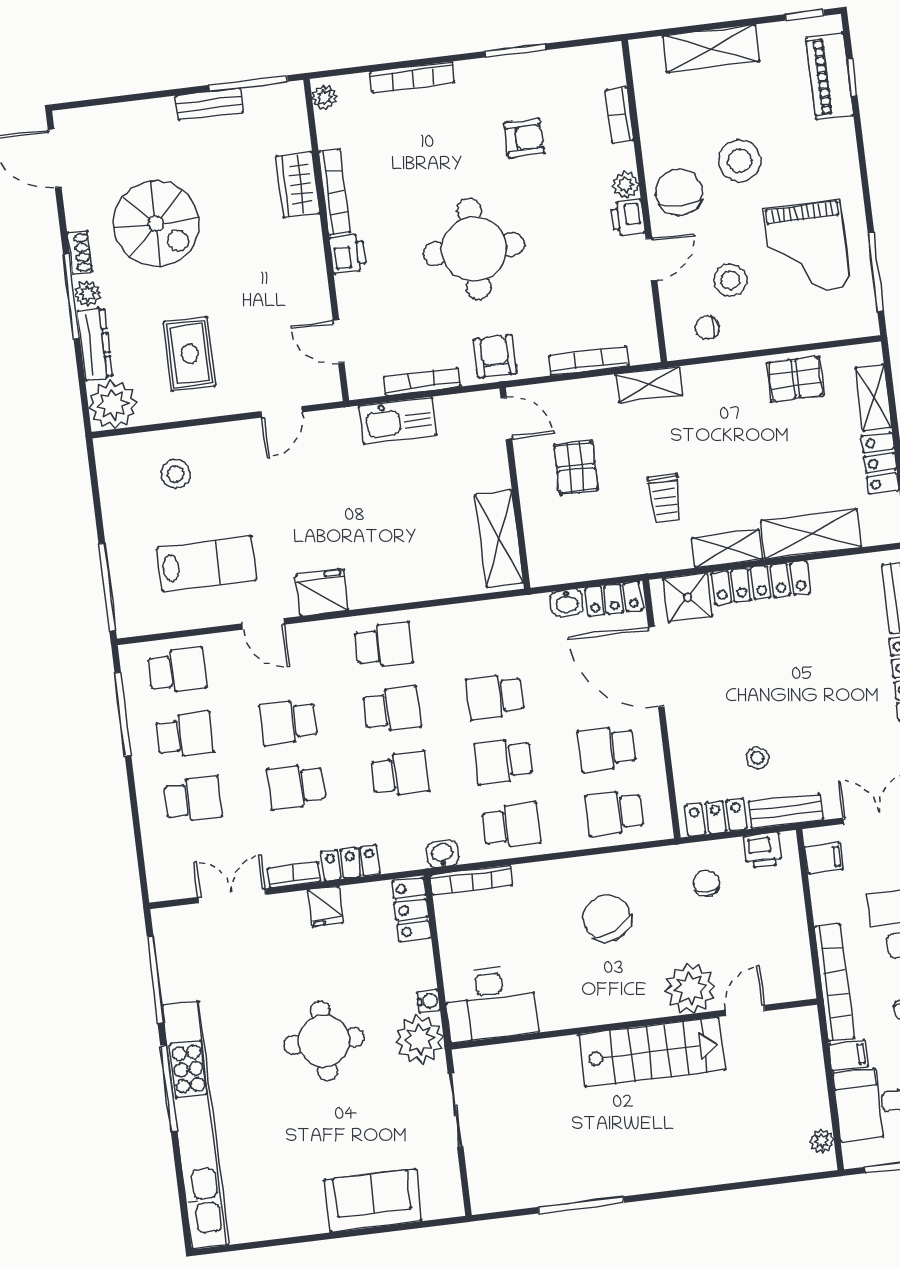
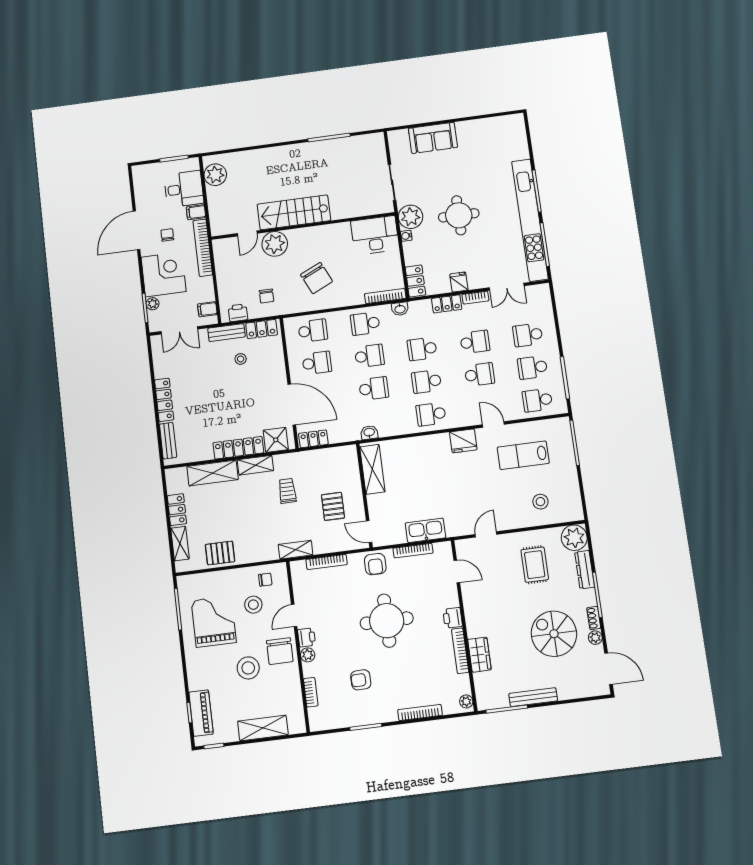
bench: (210, 104) -> (533, 697), width x1.36
plant: (87, 294) -> (595, 638), moved
washbasin: (567, 603) -> (369, 433), moved
kitchen unit: (195, 1125) -> (530, 220), moved
plant: (822, 1141) -> (215, 175), width x1.87, depth x1.87

